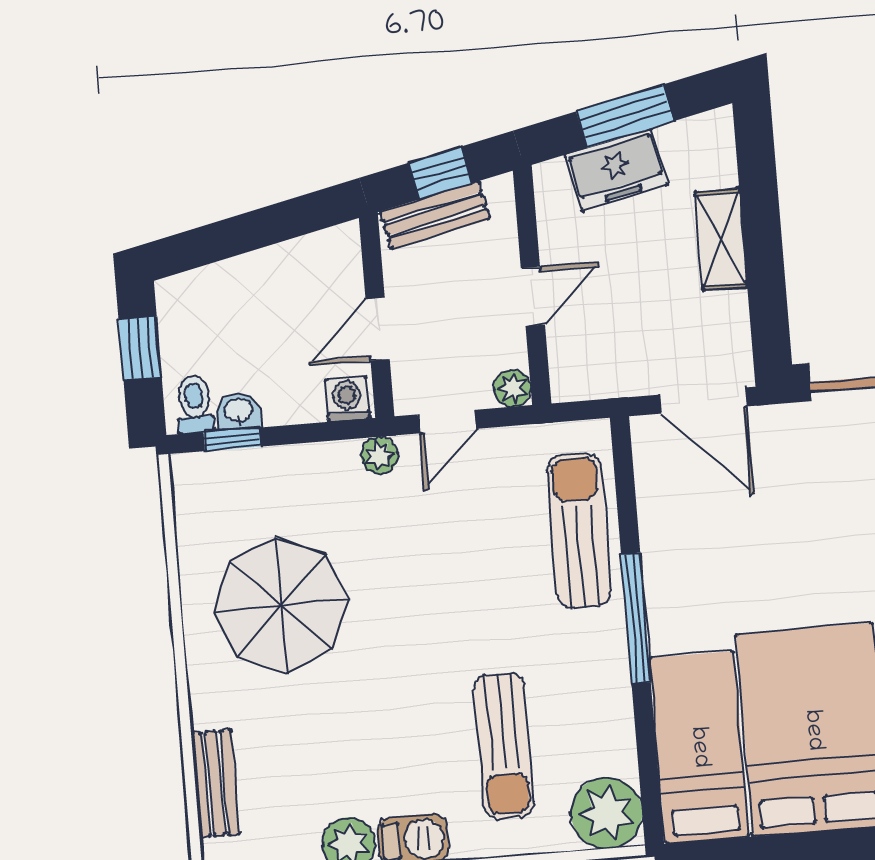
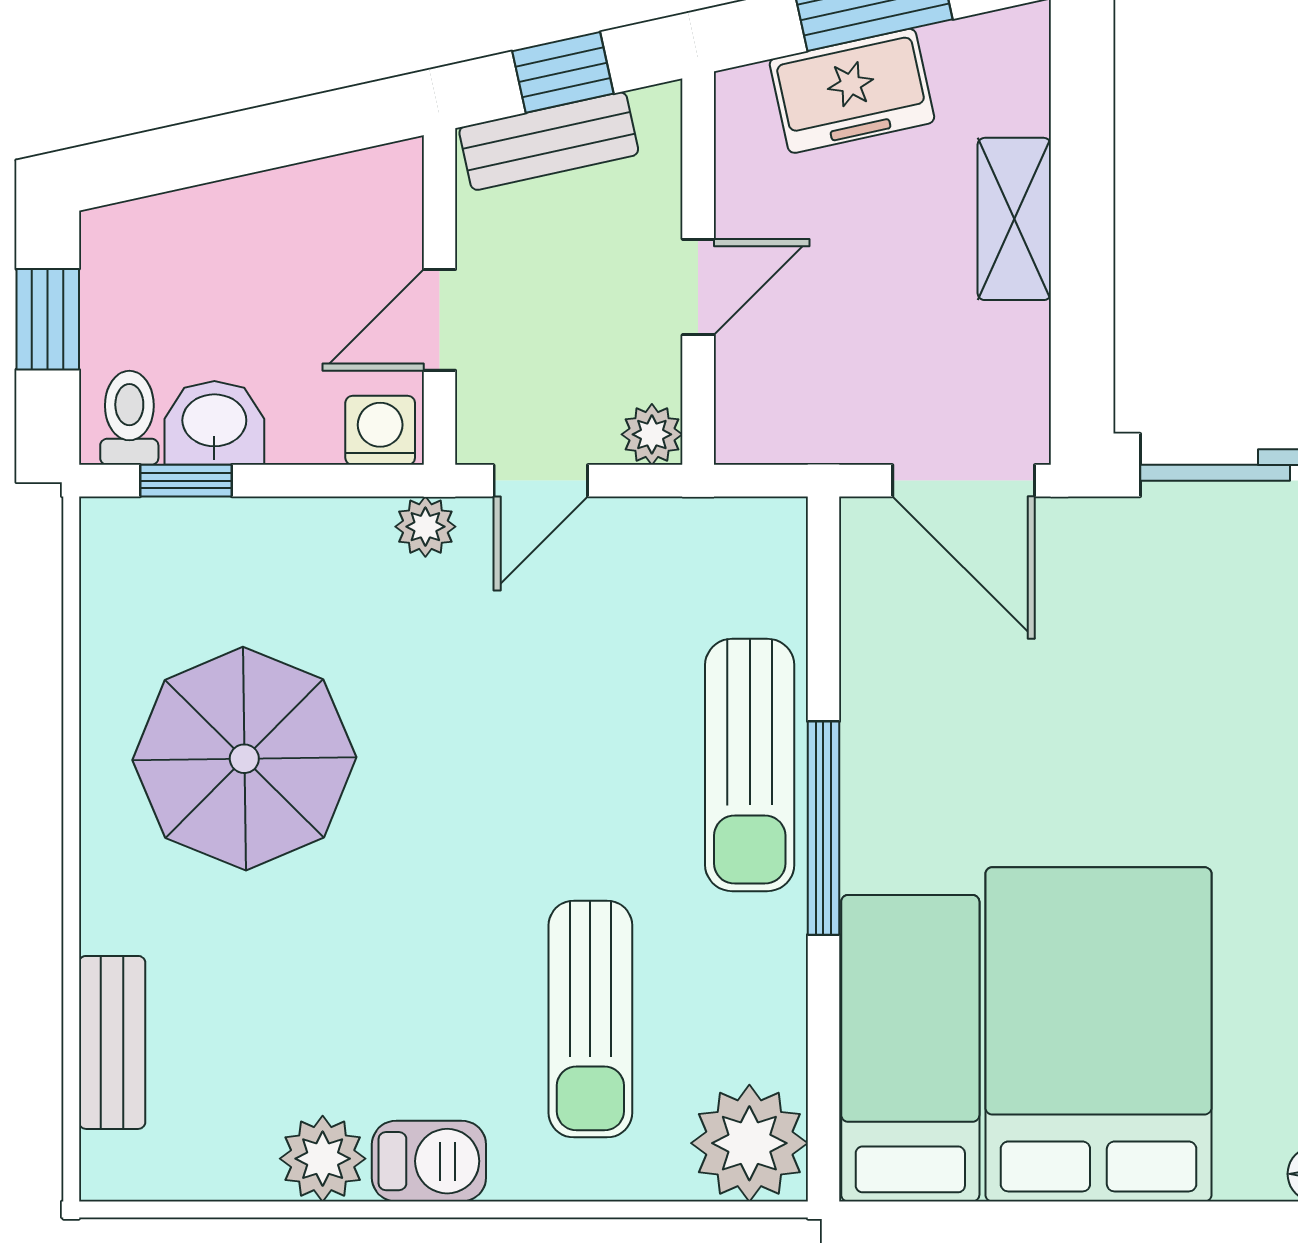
washbasin: (239, 411) -> (214, 423), width x1.38, depth x1.45
sun lounger: (579, 530) -> (750, 765), moved, turned 180

